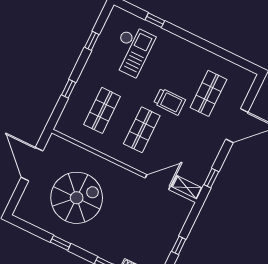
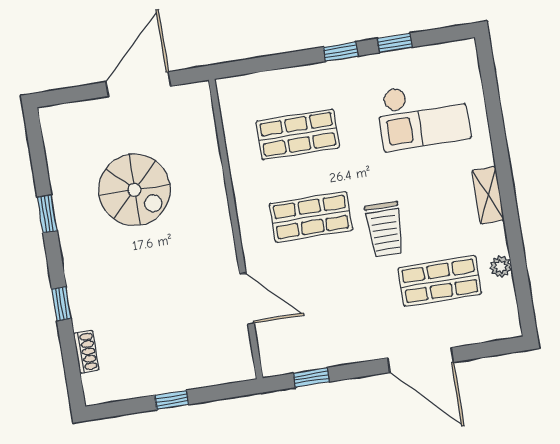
window: (155, 20) -> (495, 118), removed
plant: (221, 63) -> (501, 267), added
window: (69, 89) -> (340, 52), moved
shelving: (187, 187) -> (488, 195), moved
spiral stairs: (77, 198) -> (135, 190), width x0.73, depth x0.73

